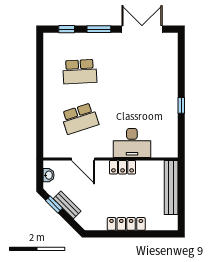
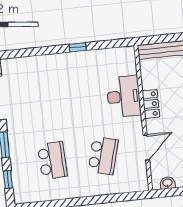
school desk: (80, 119) -> (103, 155), turned 33

